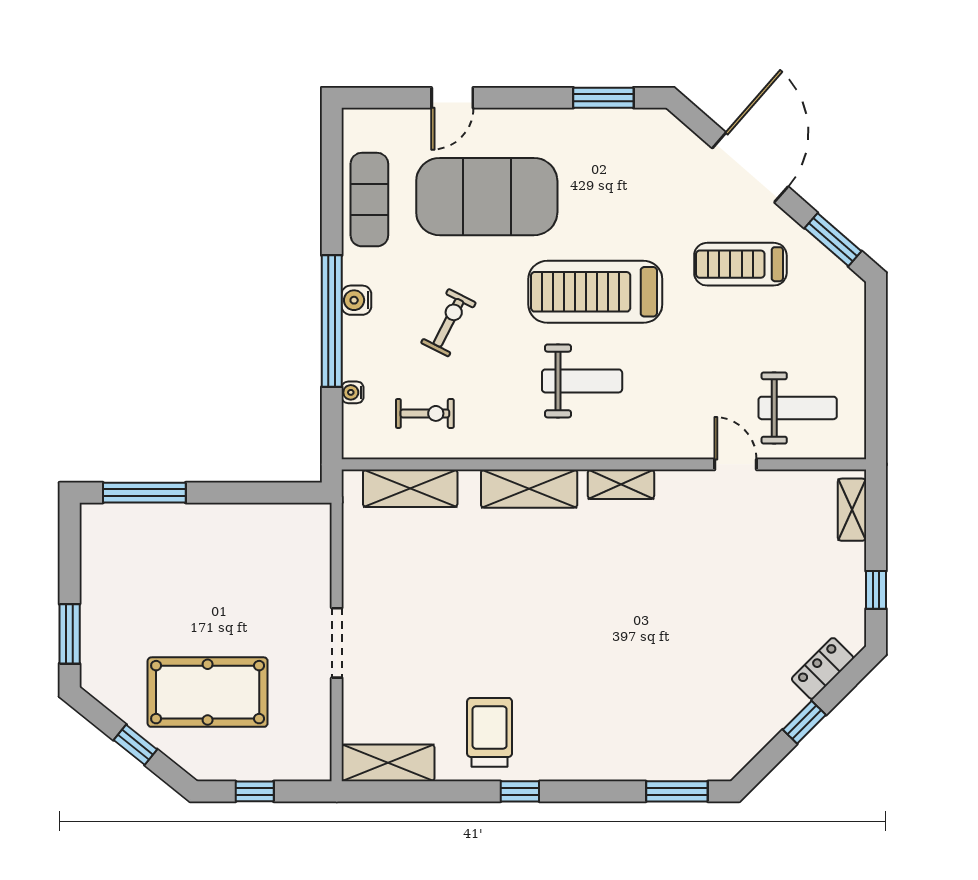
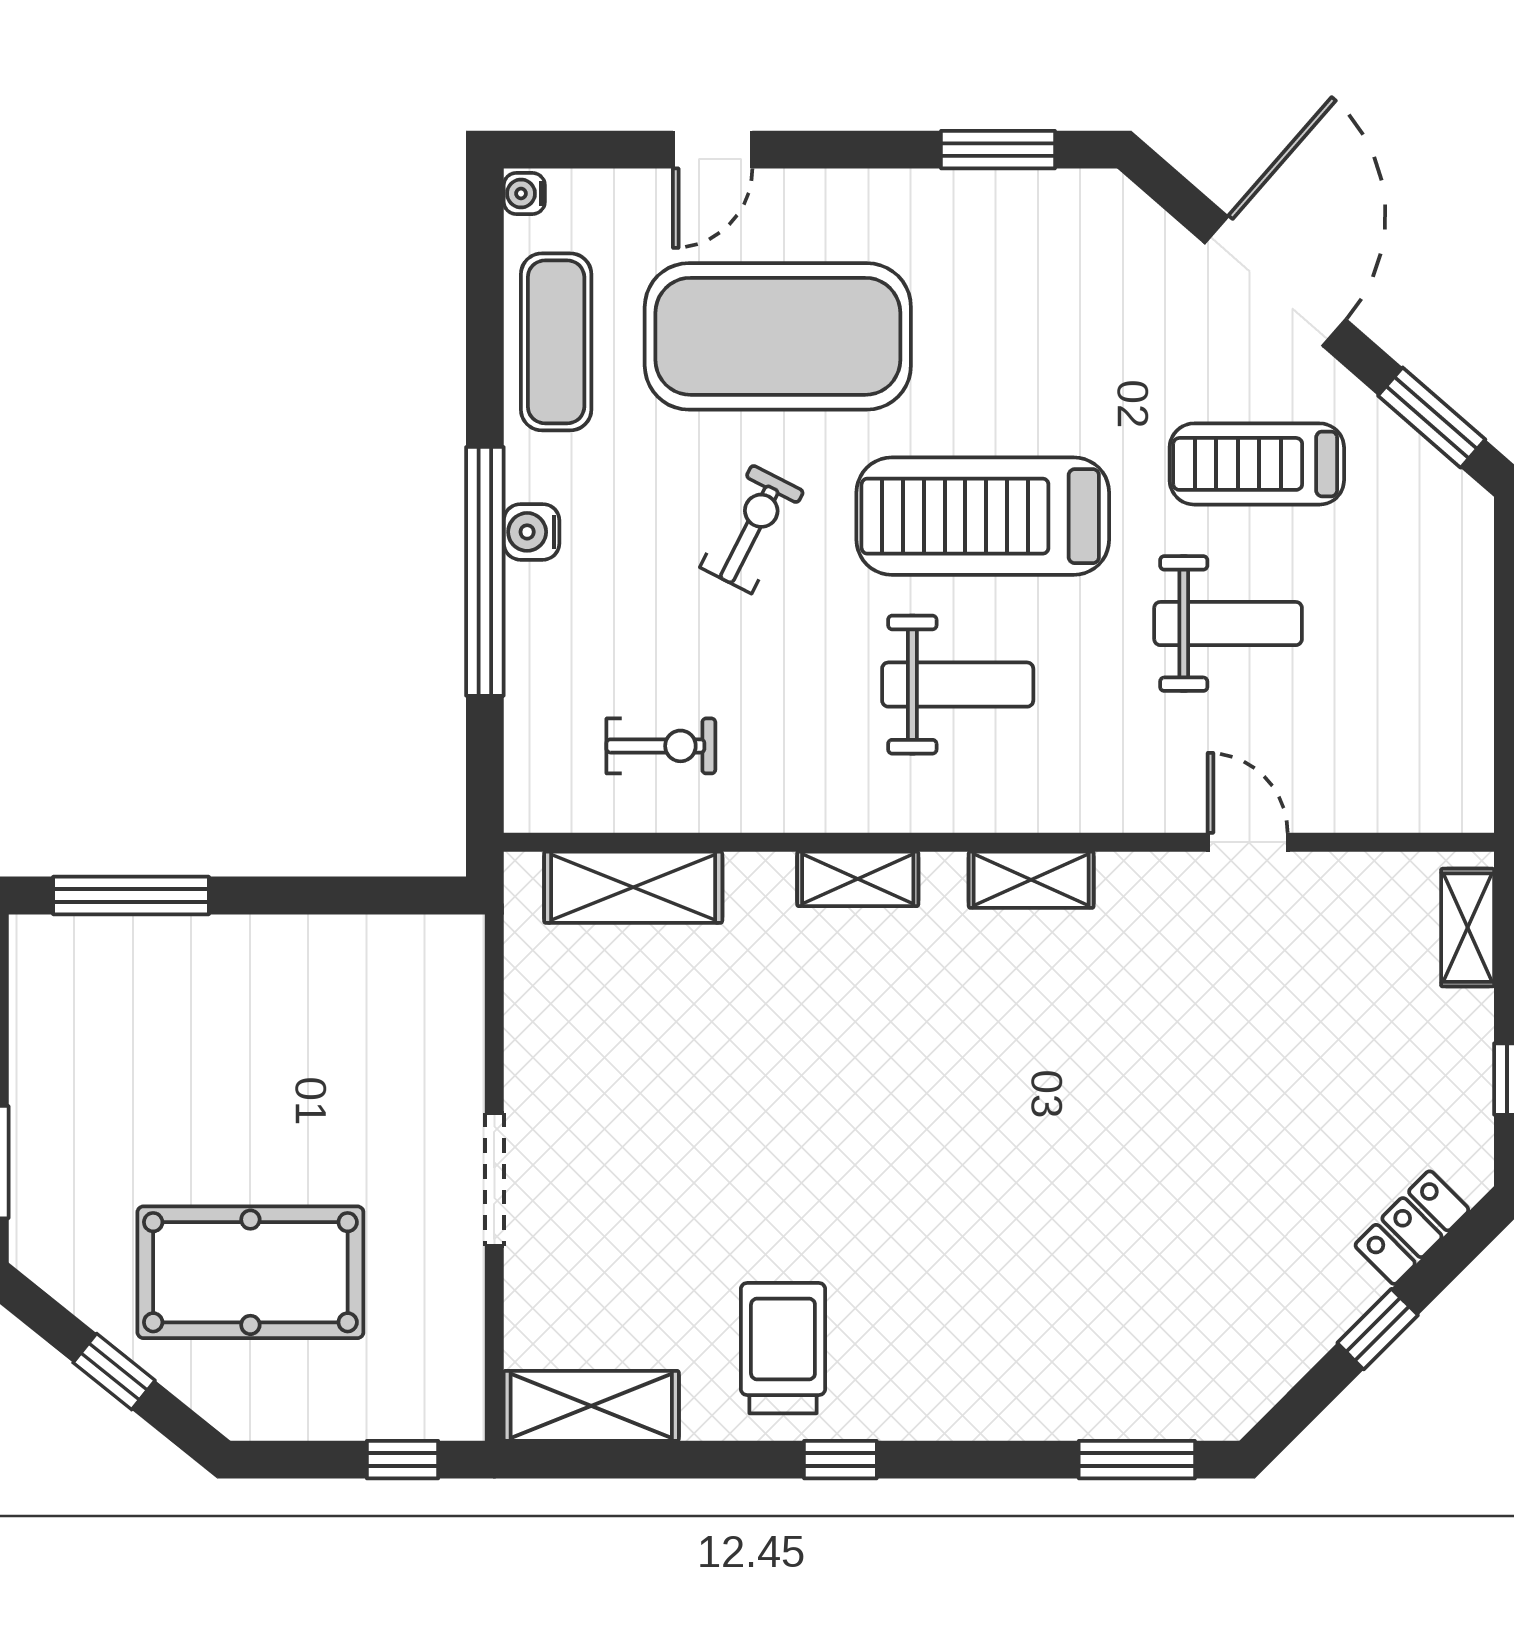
exercise bike: (448, 323) -> (752, 529), moved
water cooler: (353, 392) -> (524, 193), moved
weight bench: (798, 408) -> (1228, 624), moved
shelving: (529, 489) -> (858, 879), width x0.67, depth x0.75
window: (255, 791) -> (403, 1460), moved

